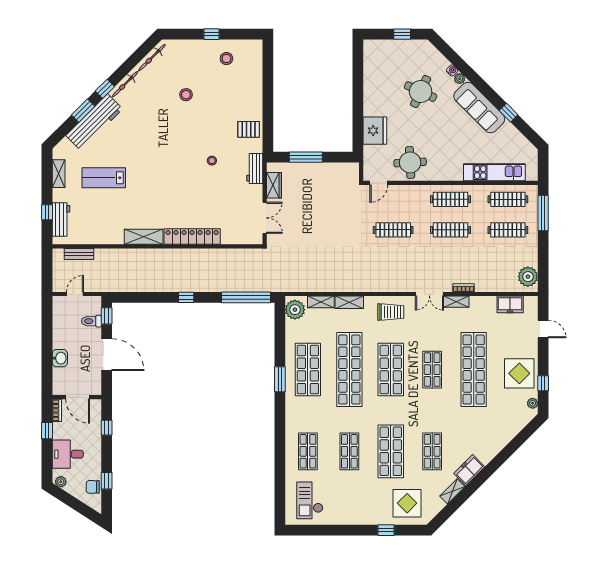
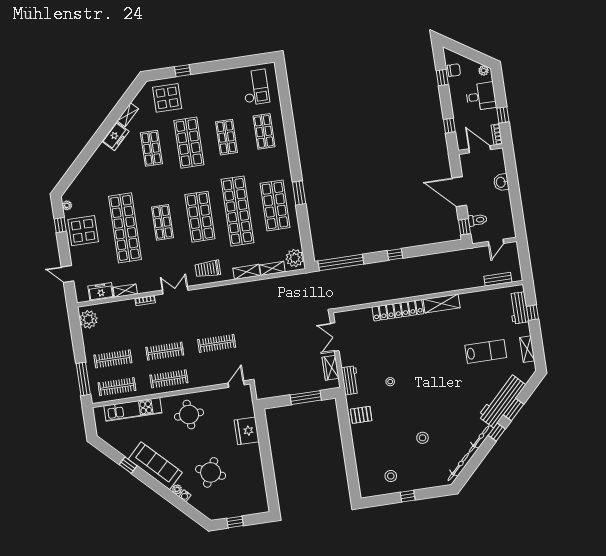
round table: (410, 162) -> (189, 415), moved
shelving: (456, 302) -> (125, 291), moved

